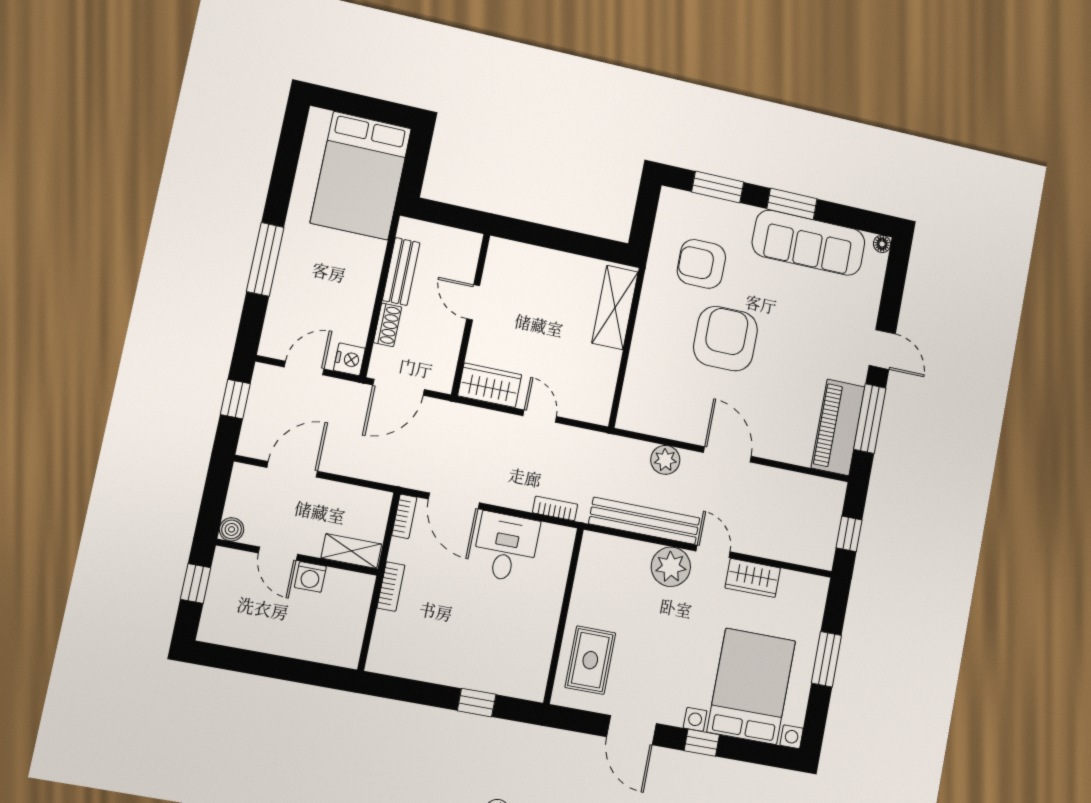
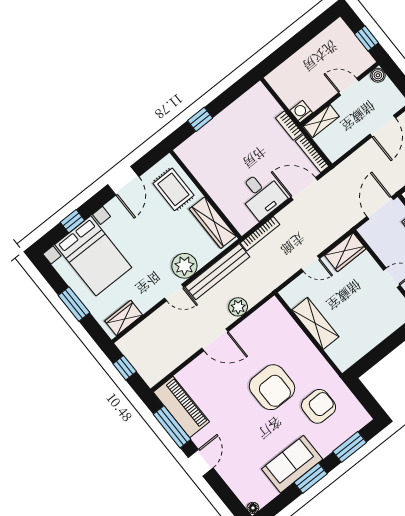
sofa: (809, 243) -> (292, 464), width x0.73
shelving: (615, 308) -> (315, 323), moved
door: (882, 350) -> (201, 463), swing flipped
bookcase: (555, 508) -> (260, 234), width x1.56
bookcase: (404, 516) -> (312, 154), width x1.56
washing machine: (310, 577) -> (301, 112), moved
wardrobe: (590, 577) -> (213, 223), added
wardrobe: (753, 578) -> (124, 318), moved
door: (631, 730) -> (123, 181), swing flipped
window: (702, 743) -> (72, 221), moved

